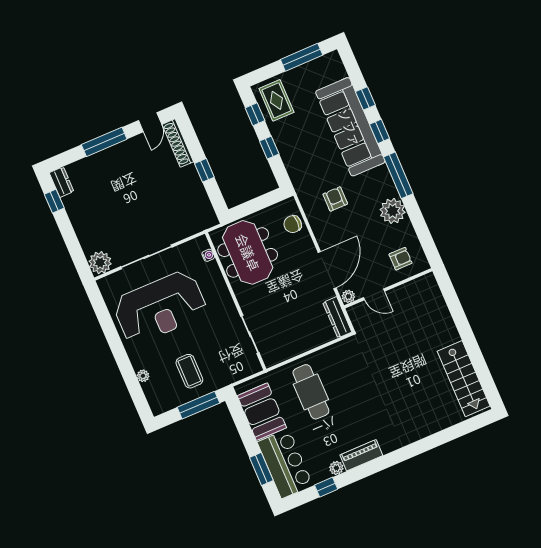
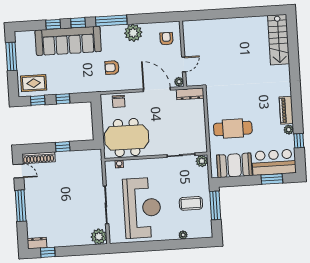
plant: (252, 366) -> (202, 161), added
stairs: (464, 379) -> (279, 40), moved, turned 90

